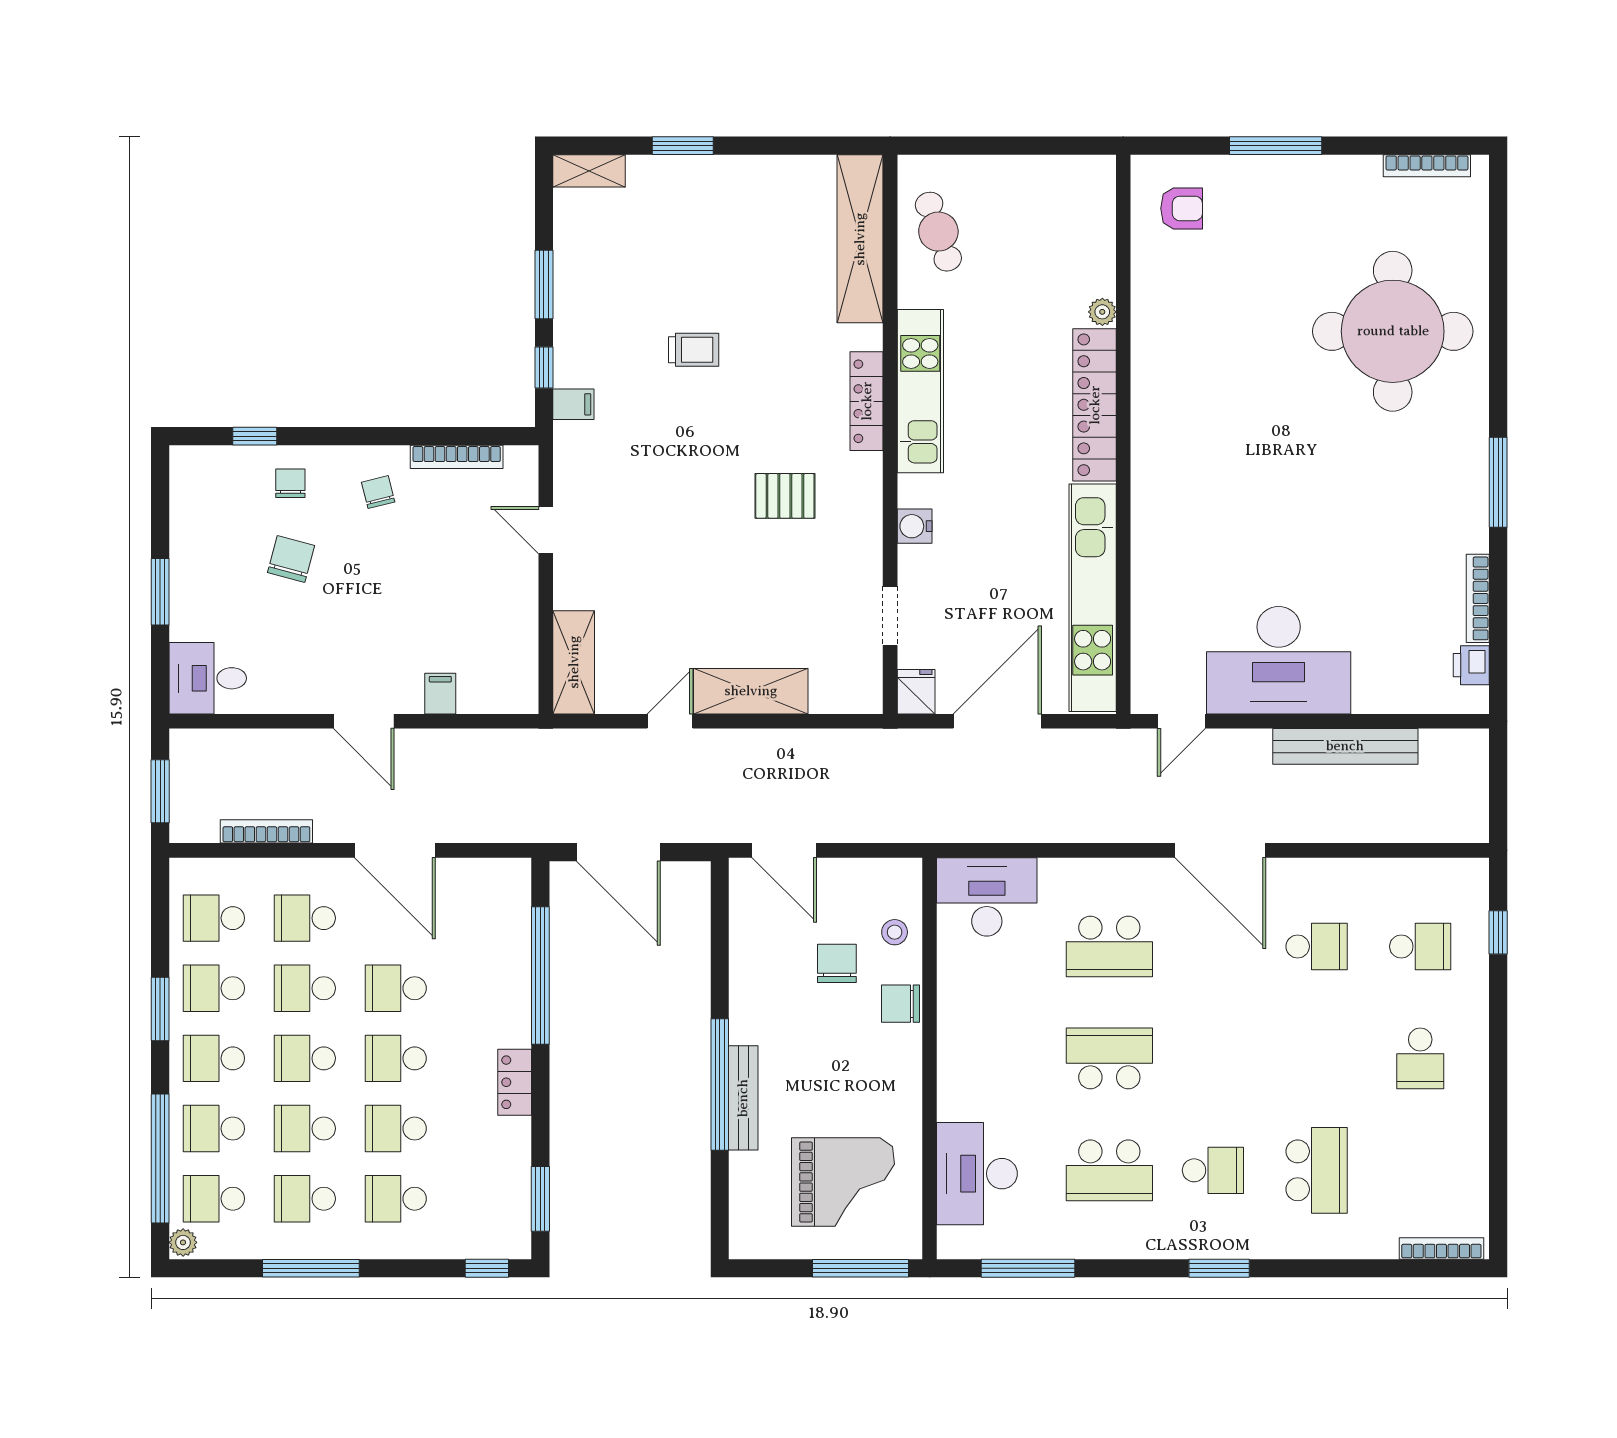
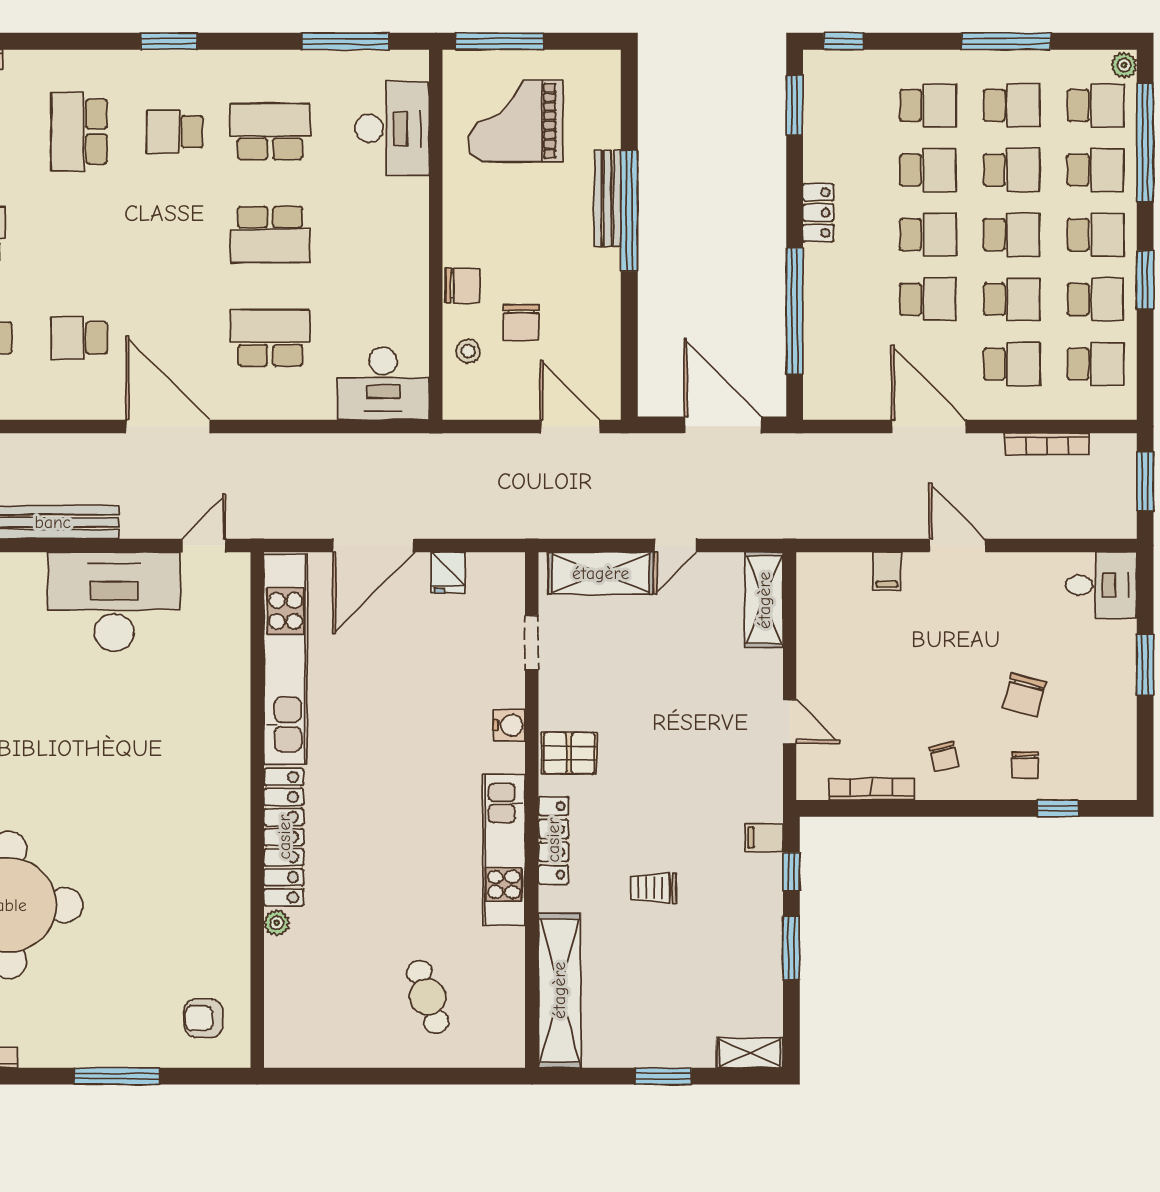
shelving: (860, 239) -> (559, 990), moved
kitchen unit: (920, 391) -> (504, 850), moved
locker: (867, 401) -> (553, 840), moved
wall: (890, 434) -> (532, 810), moved
water cooler: (915, 526) -> (509, 725), moved
doorway: (890, 616) -> (532, 643), moved

